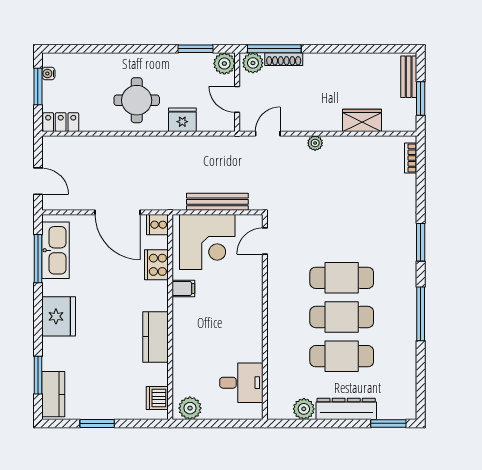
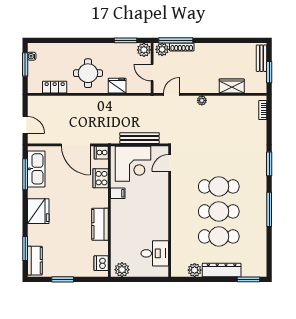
locker: (61, 122) -> (55, 87), moved

